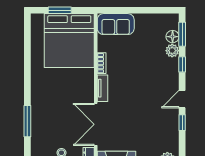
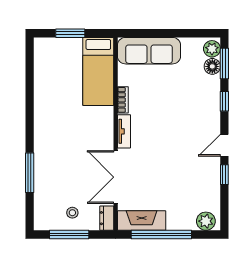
sofa: (116, 24) -> (149, 51), width x1.36
bed: (69, 41) -> (98, 71), width x0.49
plant: (172, 51) -> (212, 49), moved

